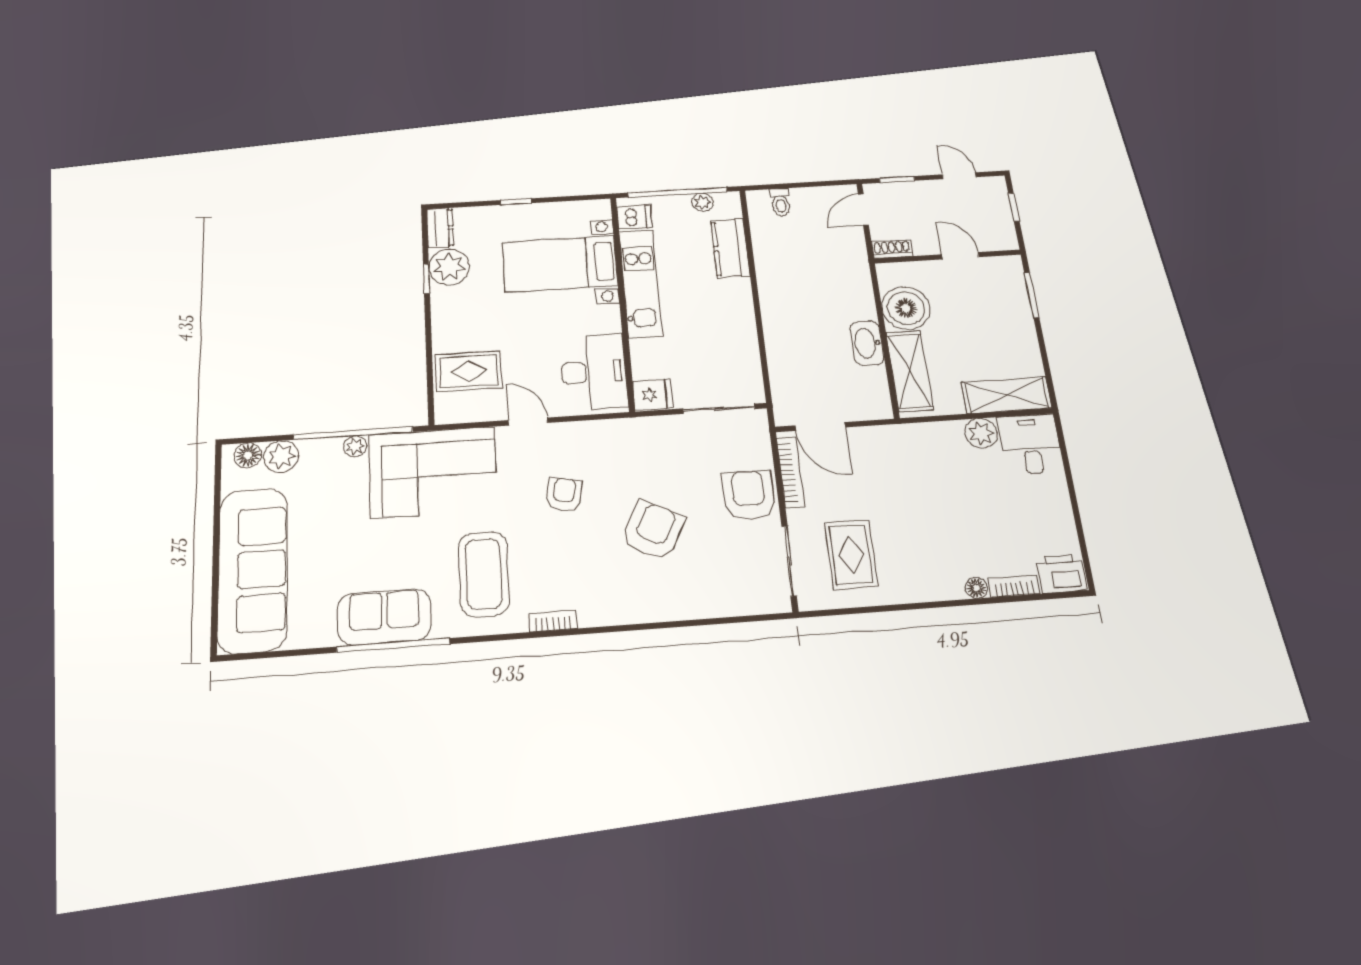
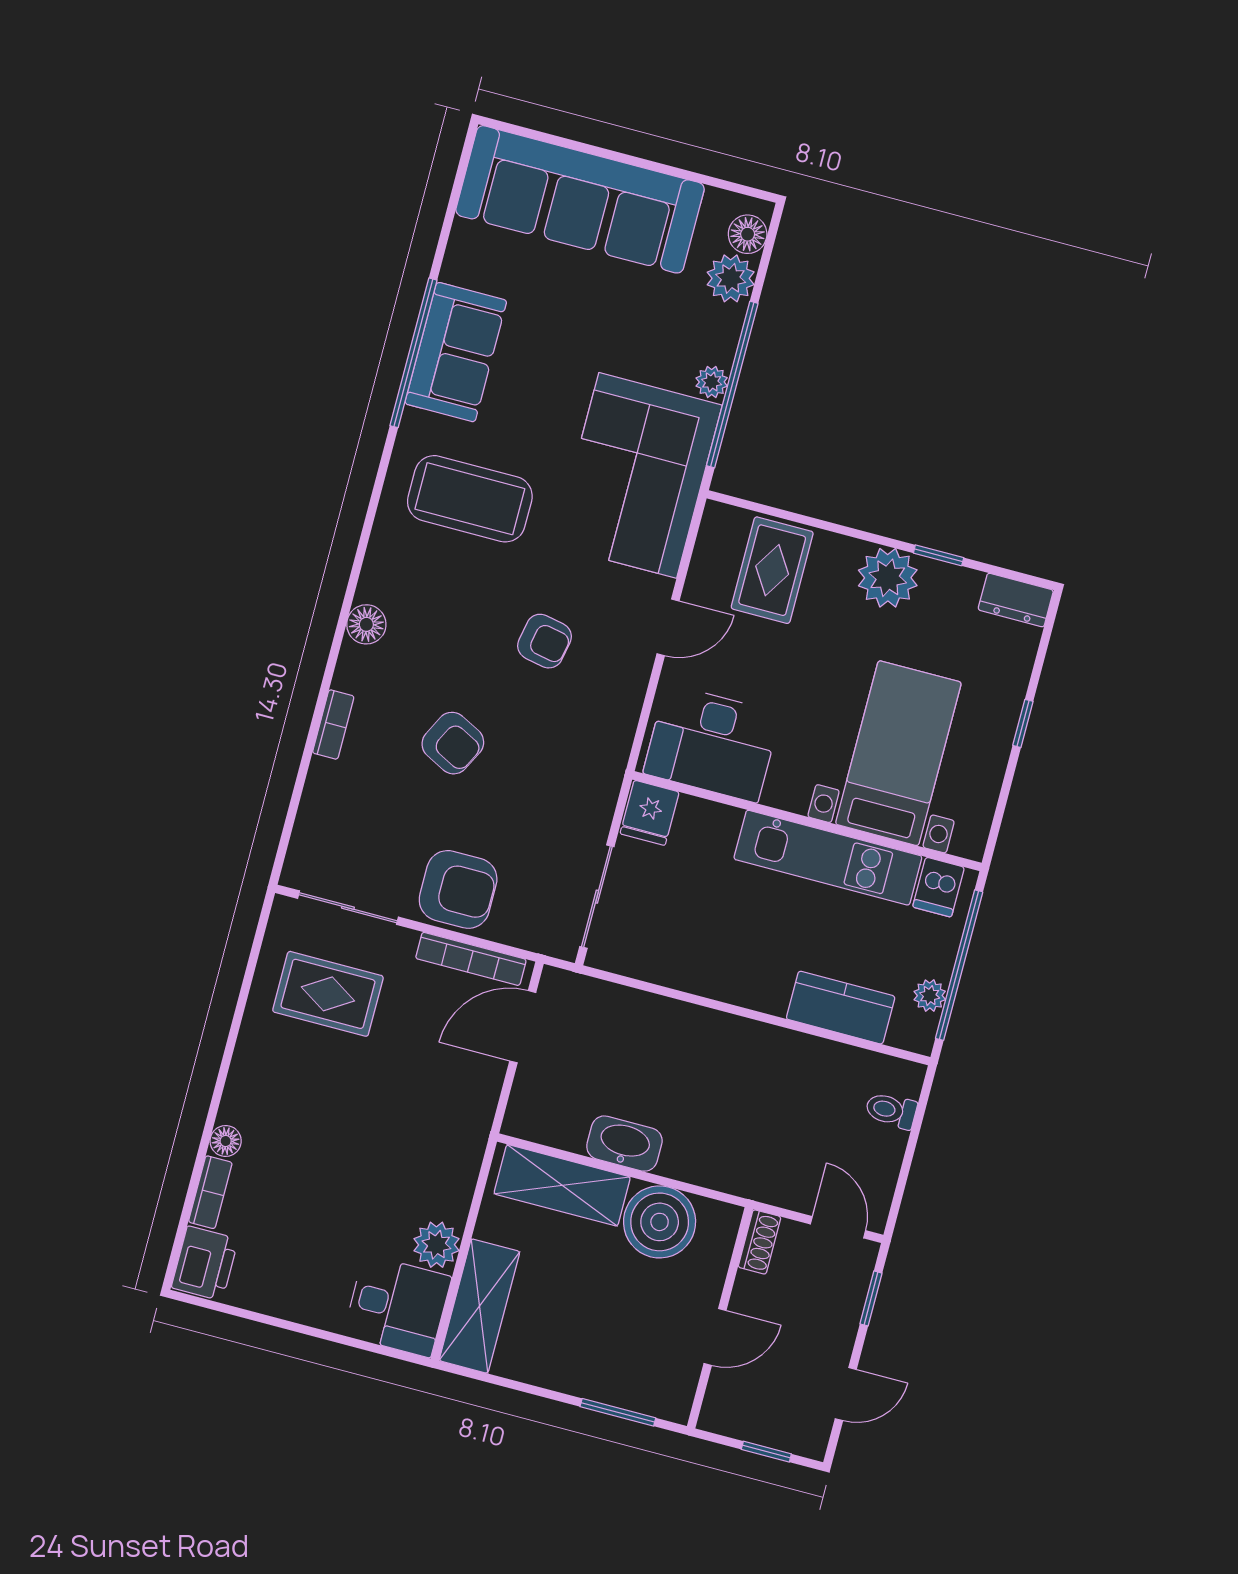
plant: (449, 267) -> (888, 578), moved
armchair: (653, 530) -> (453, 743), width x0.72, depth x0.72
floor lamp: (594, 613) -> (366, 624), added
bookcase: (553, 621) -> (333, 725), moved

